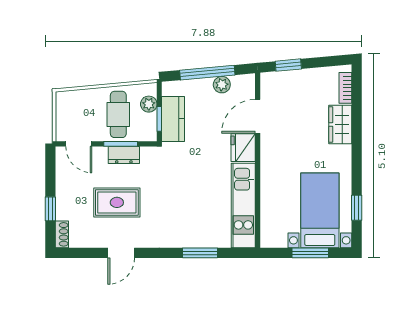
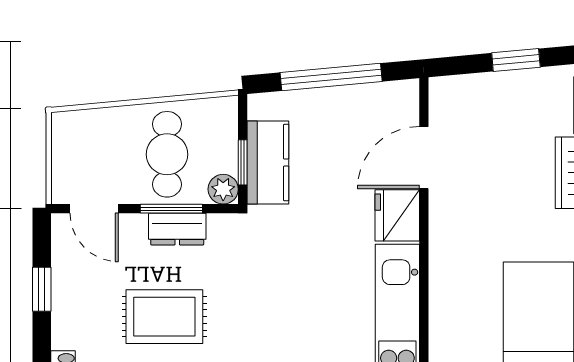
window: (288, 65) -> (516, 60), moved
plant: (222, 85) -> (358, 99), removed
plant: (149, 104) -> (223, 189), moved
window: (50, 209) -> (42, 289), moved

